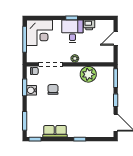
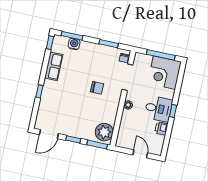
plant: (88, 74) -> (104, 132), moved
chair: (53, 89) -> (97, 88), moved
water cooler: (32, 90) -> (74, 44), moved

